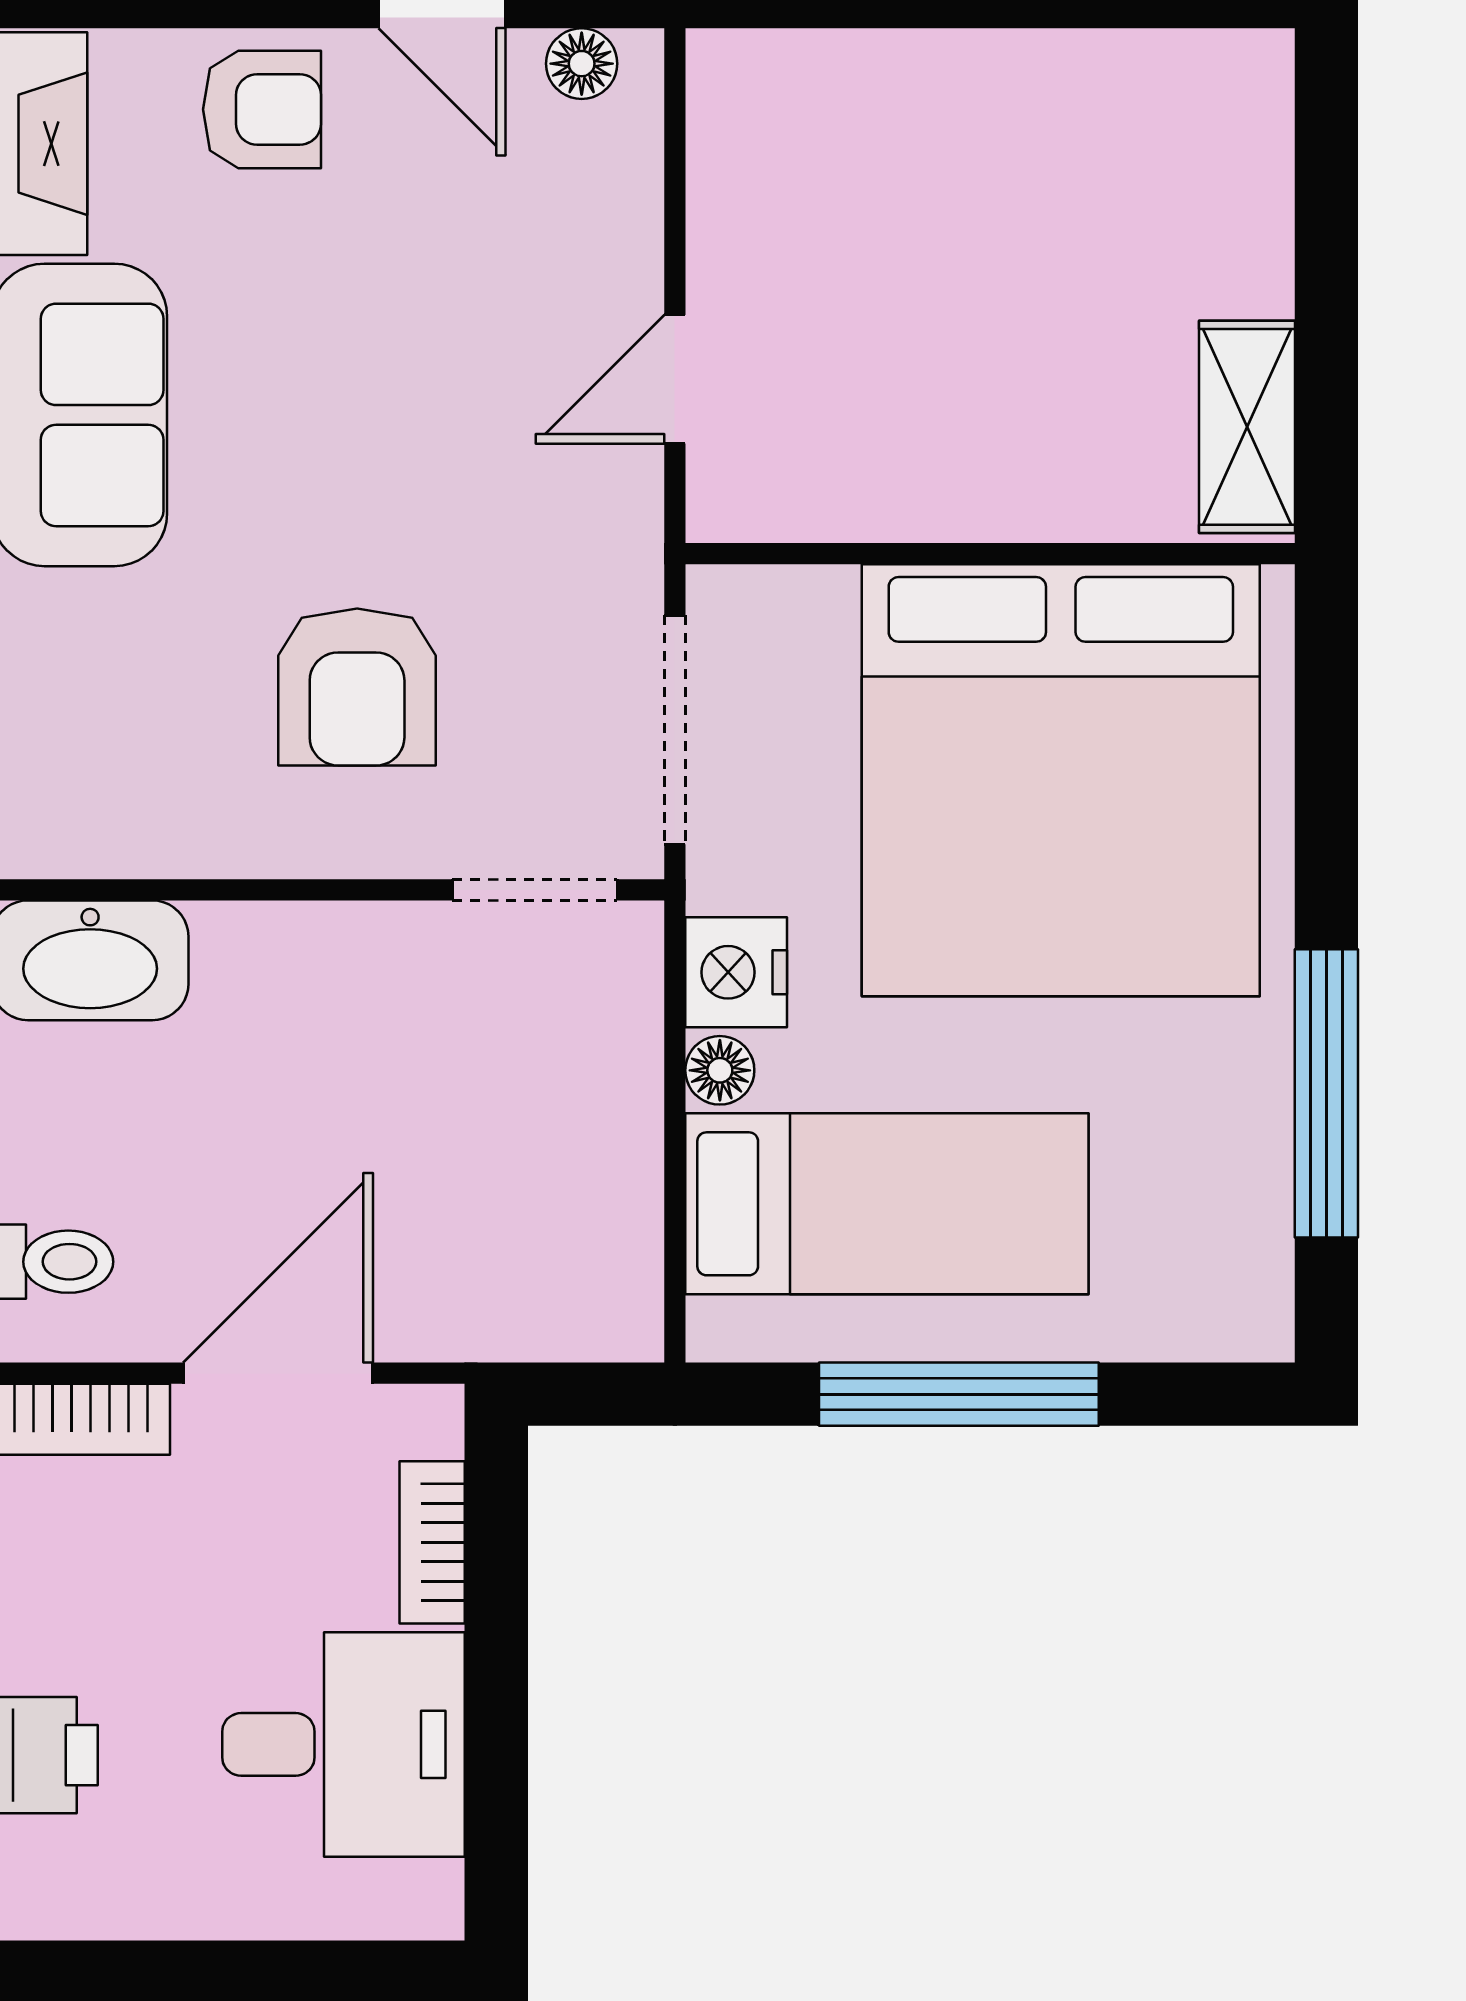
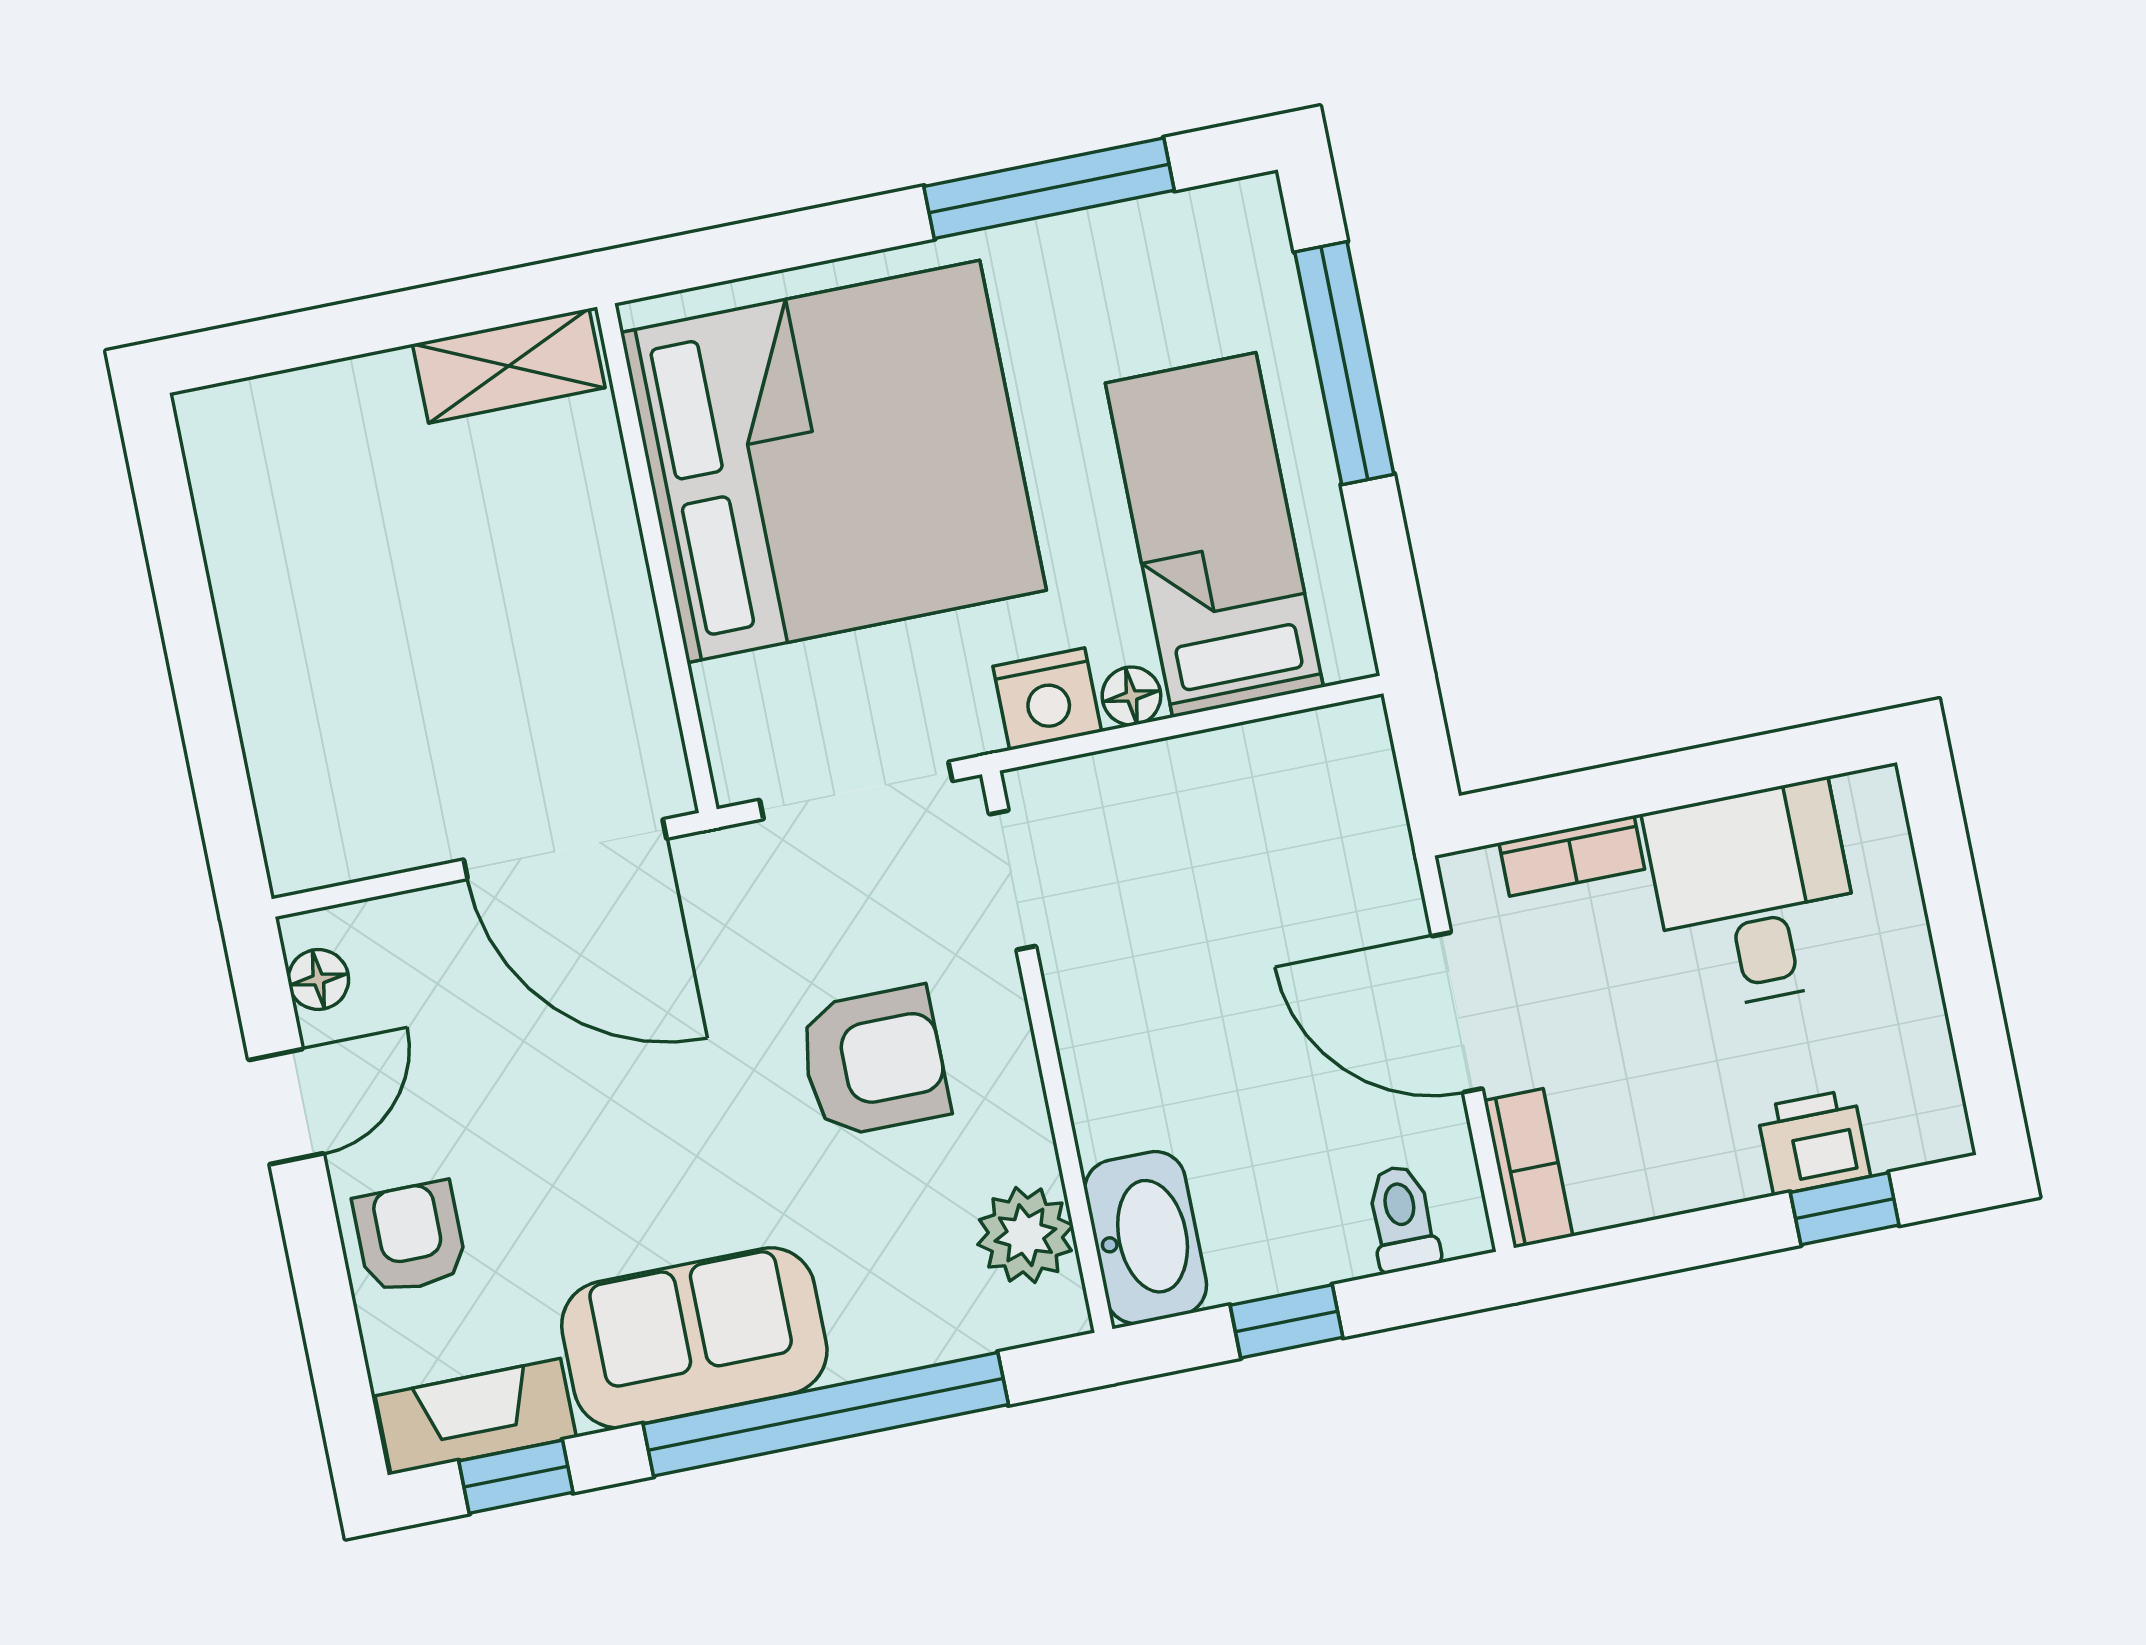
door: (675, 379) -> (565, 849), width x1.87
plant: (121, 822) -> (1025, 1235), added
window: (959, 1394) -> (1344, 363), moved

